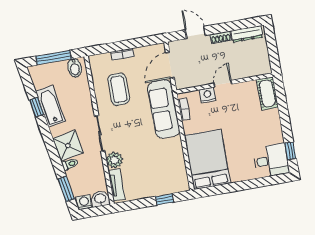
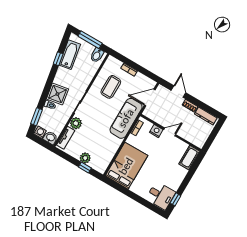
bathtub: (50, 106) -> (70, 55), moved
plant: (156, 189) -> (85, 158), added

